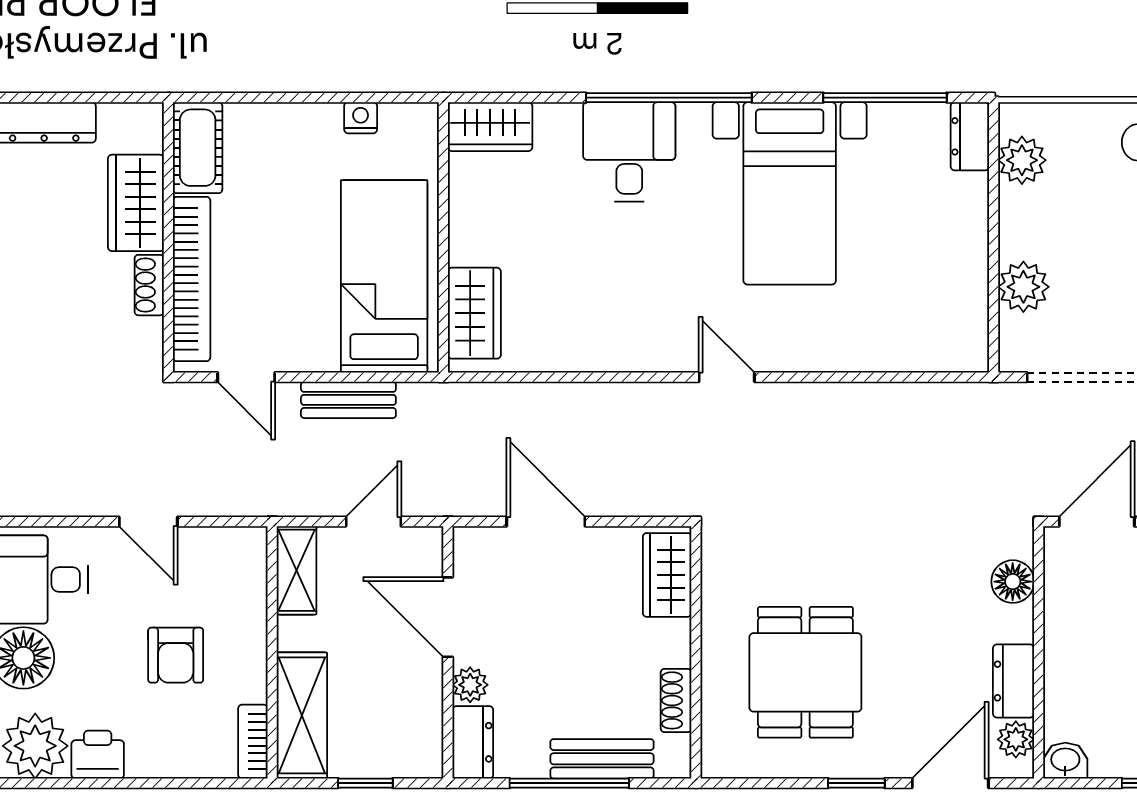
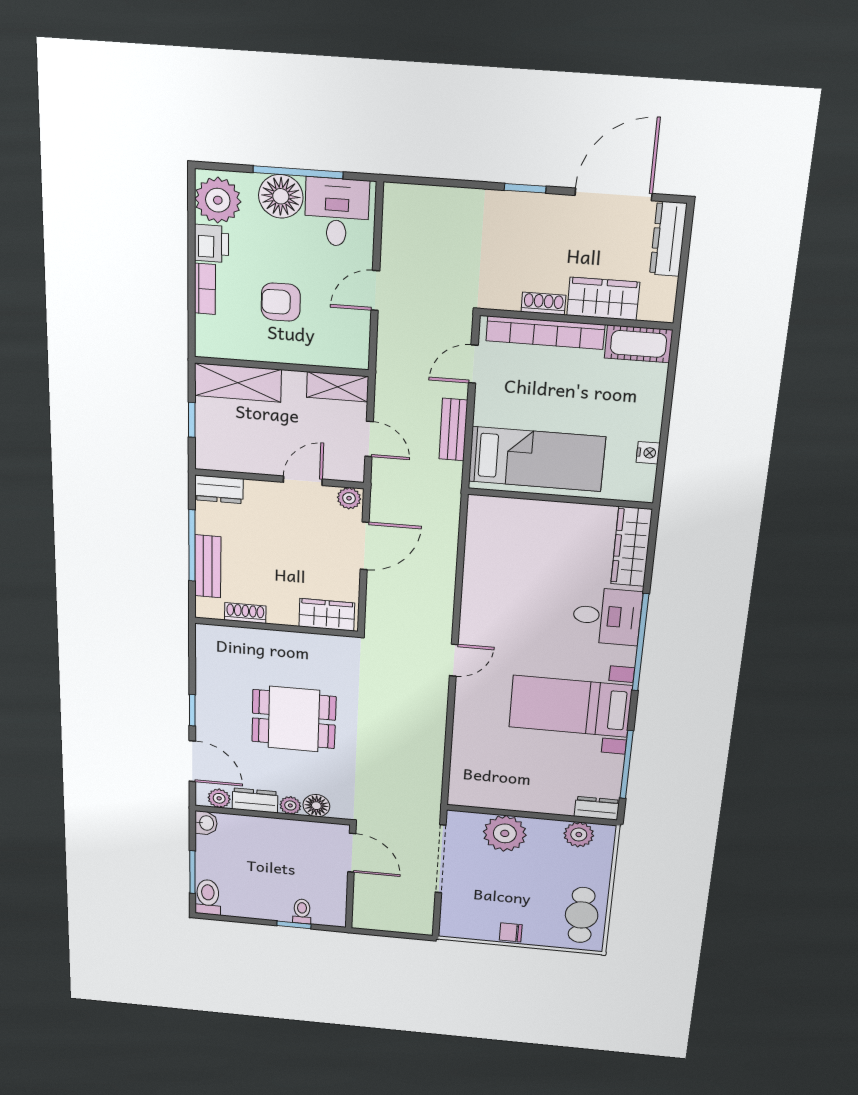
wardrobe: (490, 127) -> (632, 547), width x1.50
plant: (1023, 287) -> (505, 833), width x1.36, depth x1.36
wardrobe: (474, 313) -> (507, 514), removed
door: (448, 617) -> (303, 481), width x0.73
plant: (1017, 624) -> (290, 805), added
dining table: (805, 672) -> (294, 719), moved
plant: (470, 685) -> (349, 498), moved
bookcase: (253, 742) -> (205, 289), moved, turned 90

